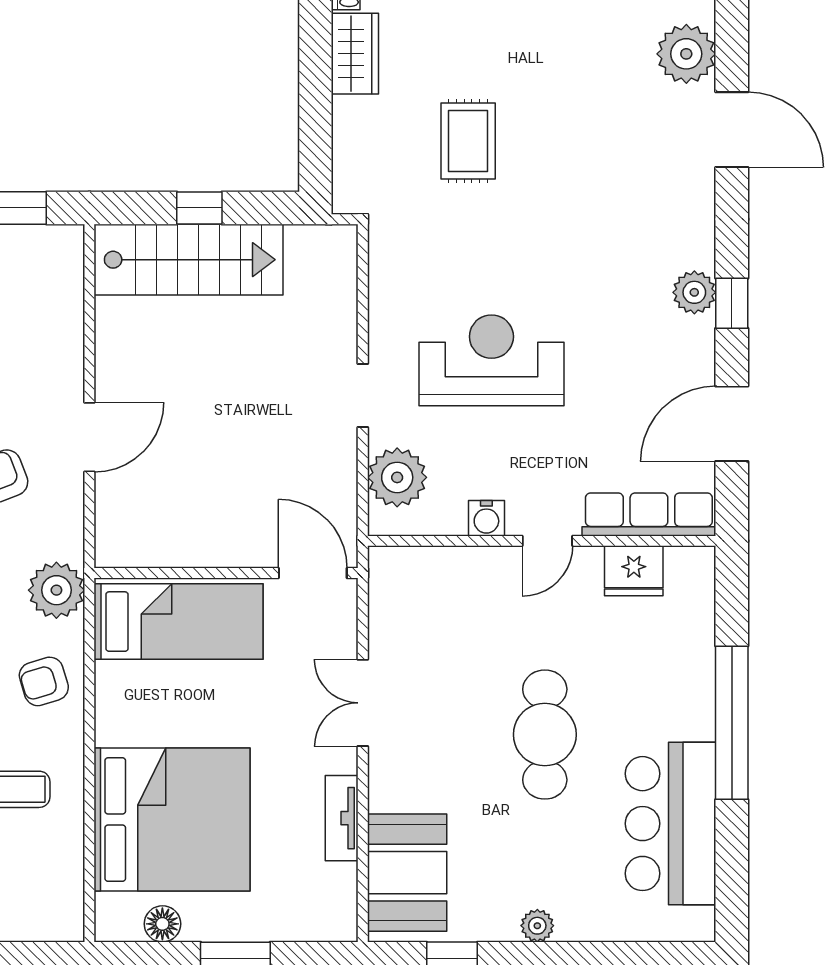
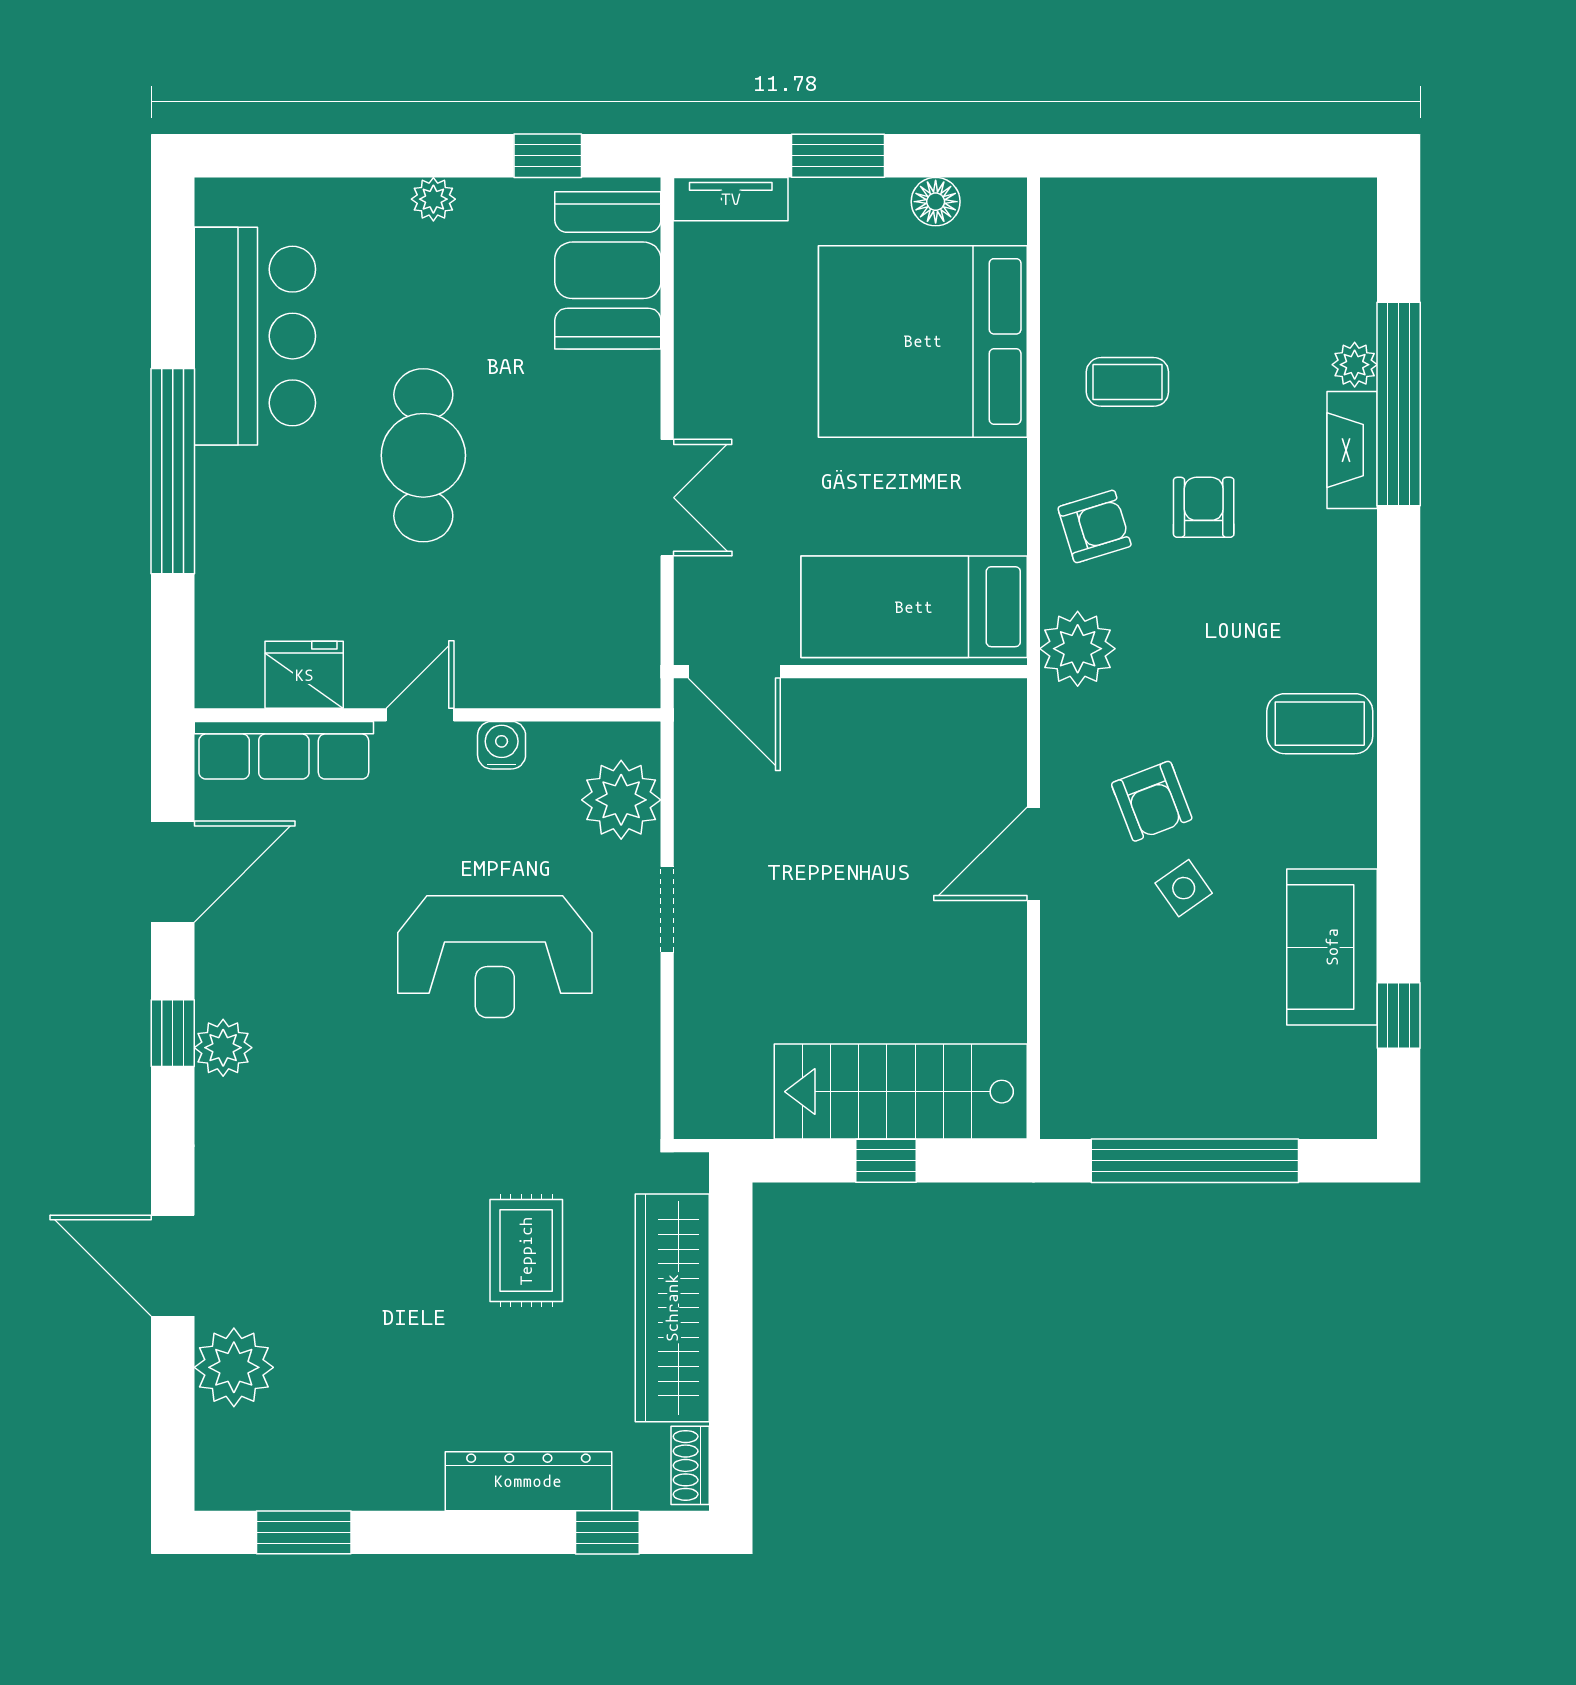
wardrobe: (355, 54) -> (672, 1308), width x2.10, depth x1.17
tv unit: (342, 818) -> (731, 199), moved, turned 90

